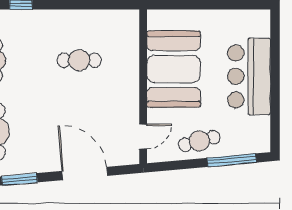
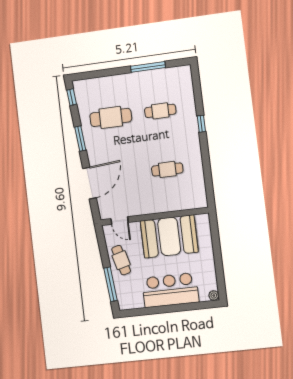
plant: (263, 17) -> (214, 295), added
cafe table: (79, 60) -> (167, 169), turned 90

